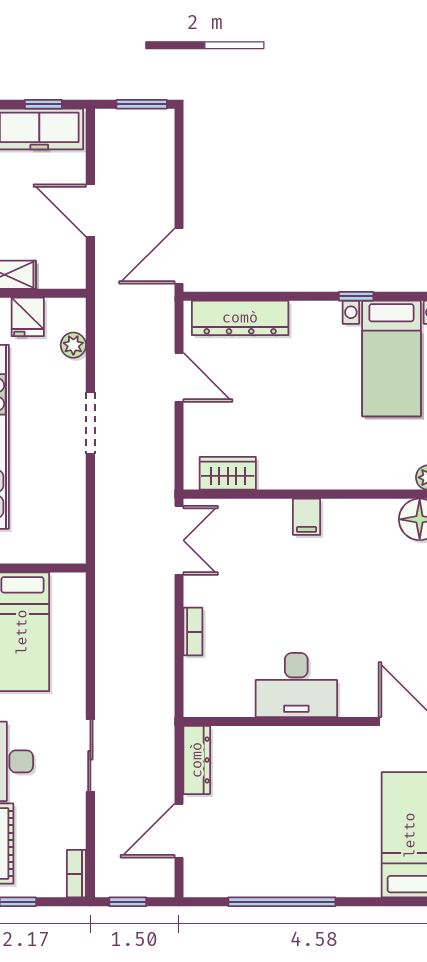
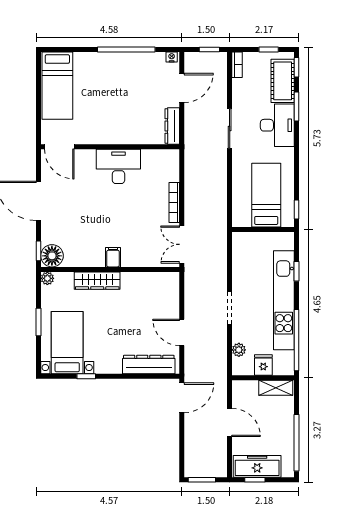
wardrobe: (228, 473) -> (97, 281), moved, width x1.50
bookcase: (193, 632) -> (174, 202), width x1.56
nightstand: (198, 888) -> (172, 57), added

